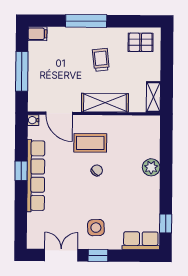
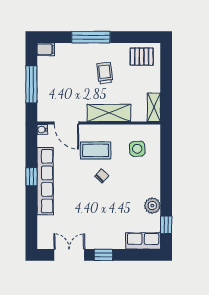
plant: (151, 167) -> (152, 206), moved
side table: (96, 228) -> (137, 149), moved

